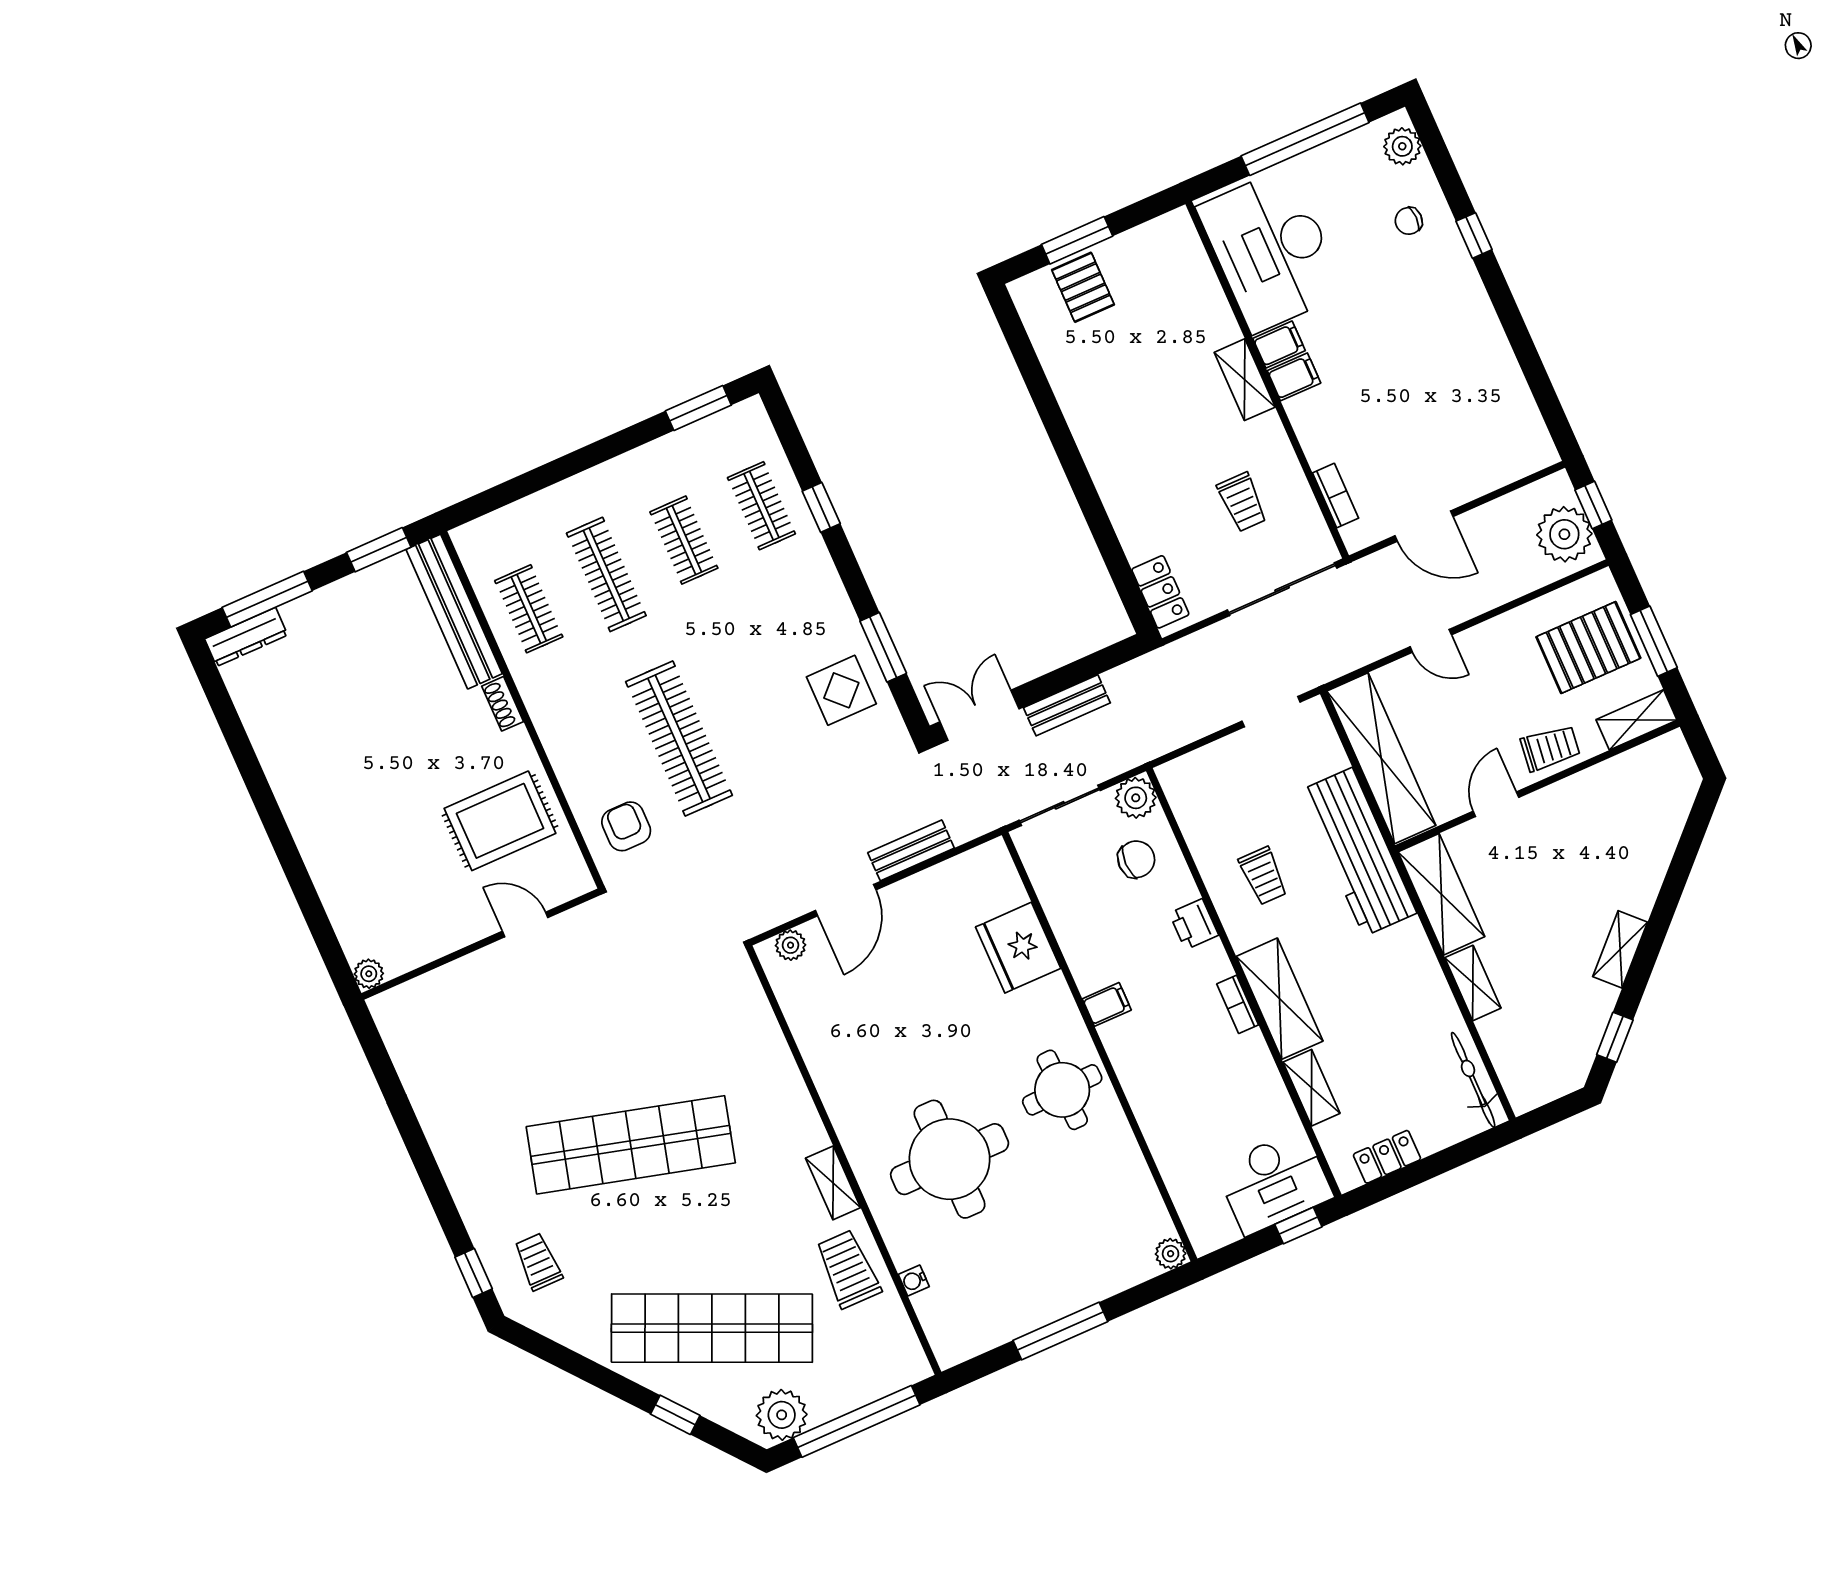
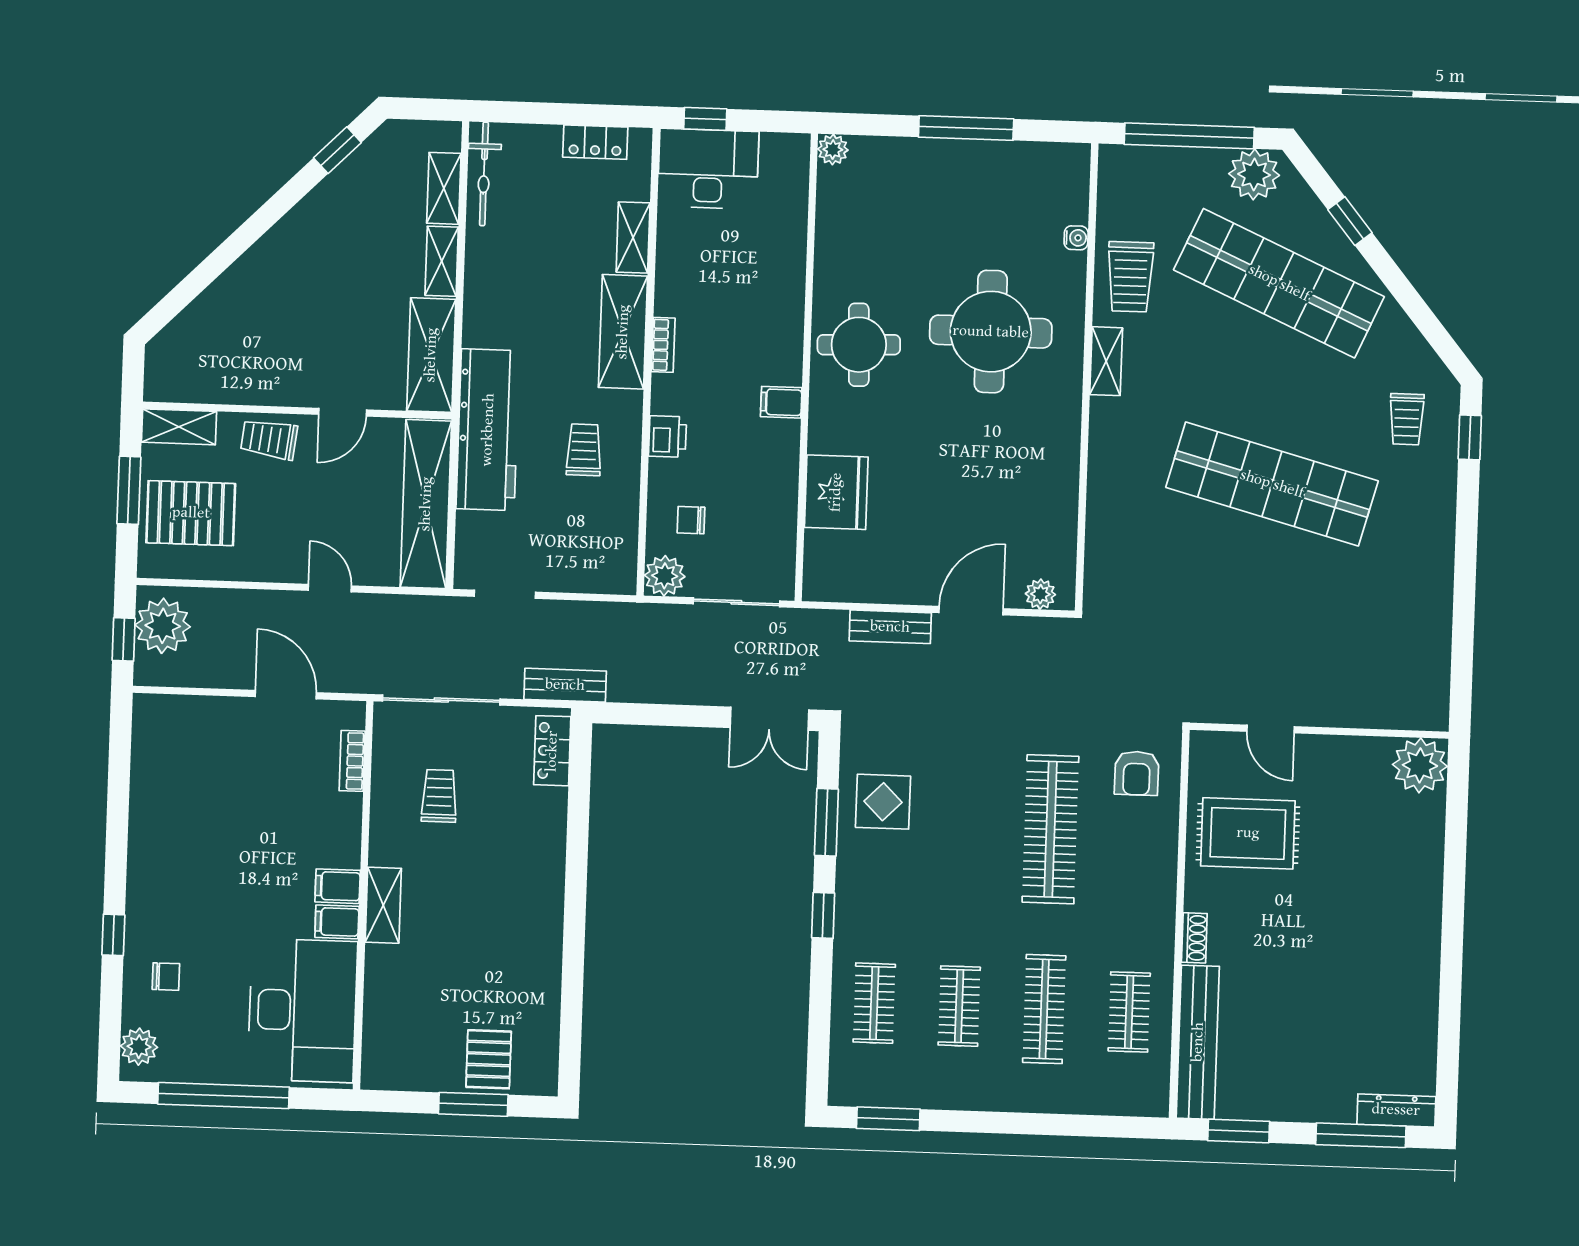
window: (821, 507) -> (823, 915), moved
bench: (1067, 705) -> (565, 685), moved
chair: (1136, 859) -> (691, 520), width x0.73, depth x0.73
shelving: (1620, 949) -> (444, 188), moved, turned -45
plant: (369, 974) -> (1420, 765), width x1.88, depth x1.88

